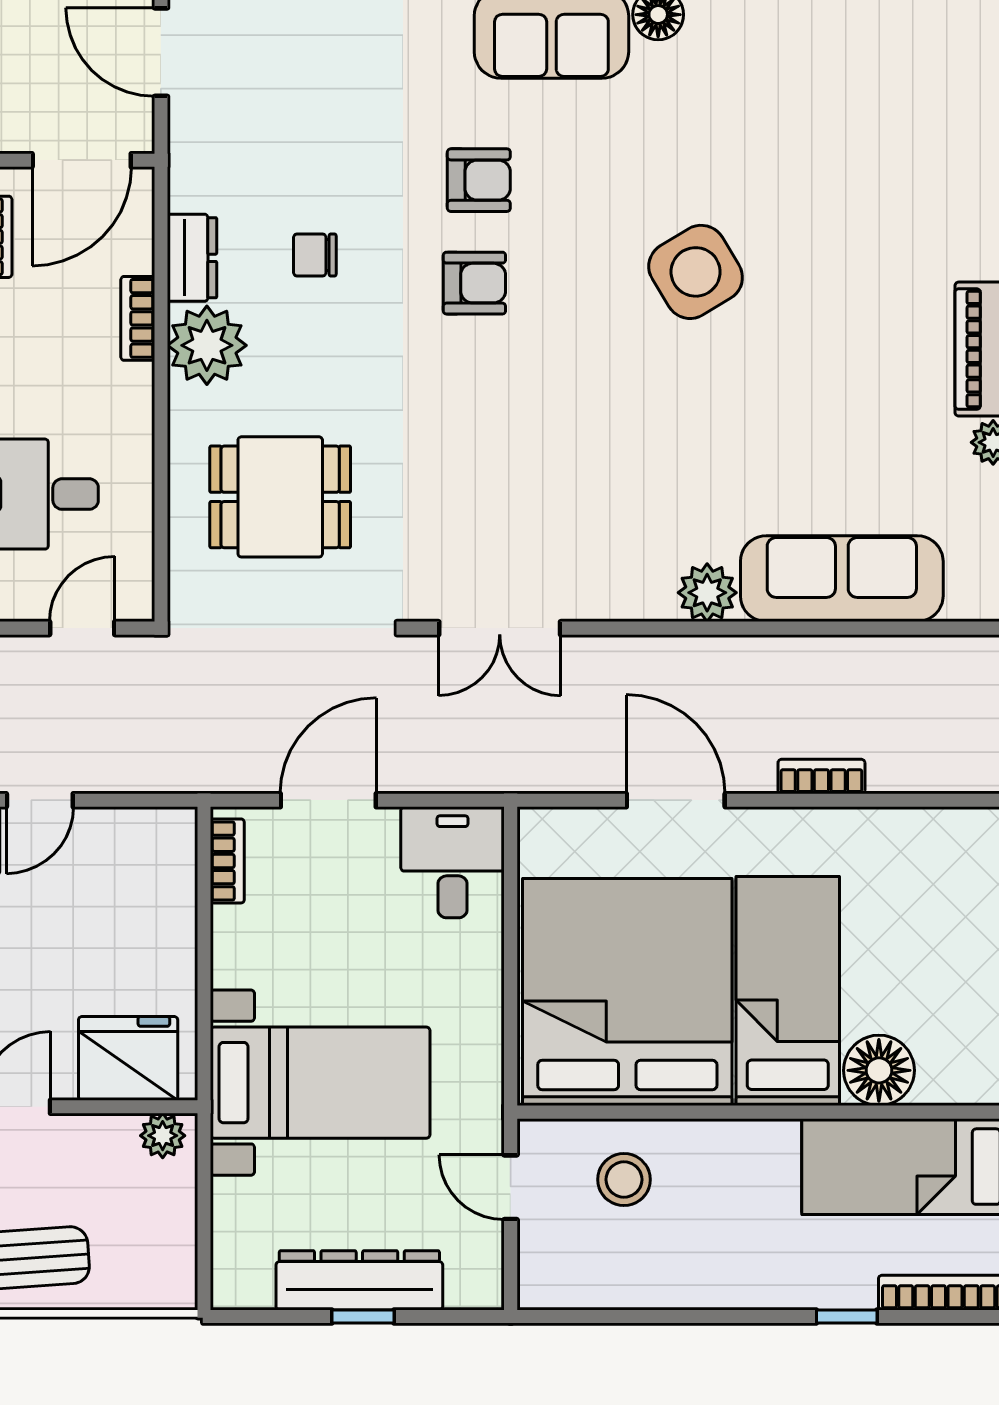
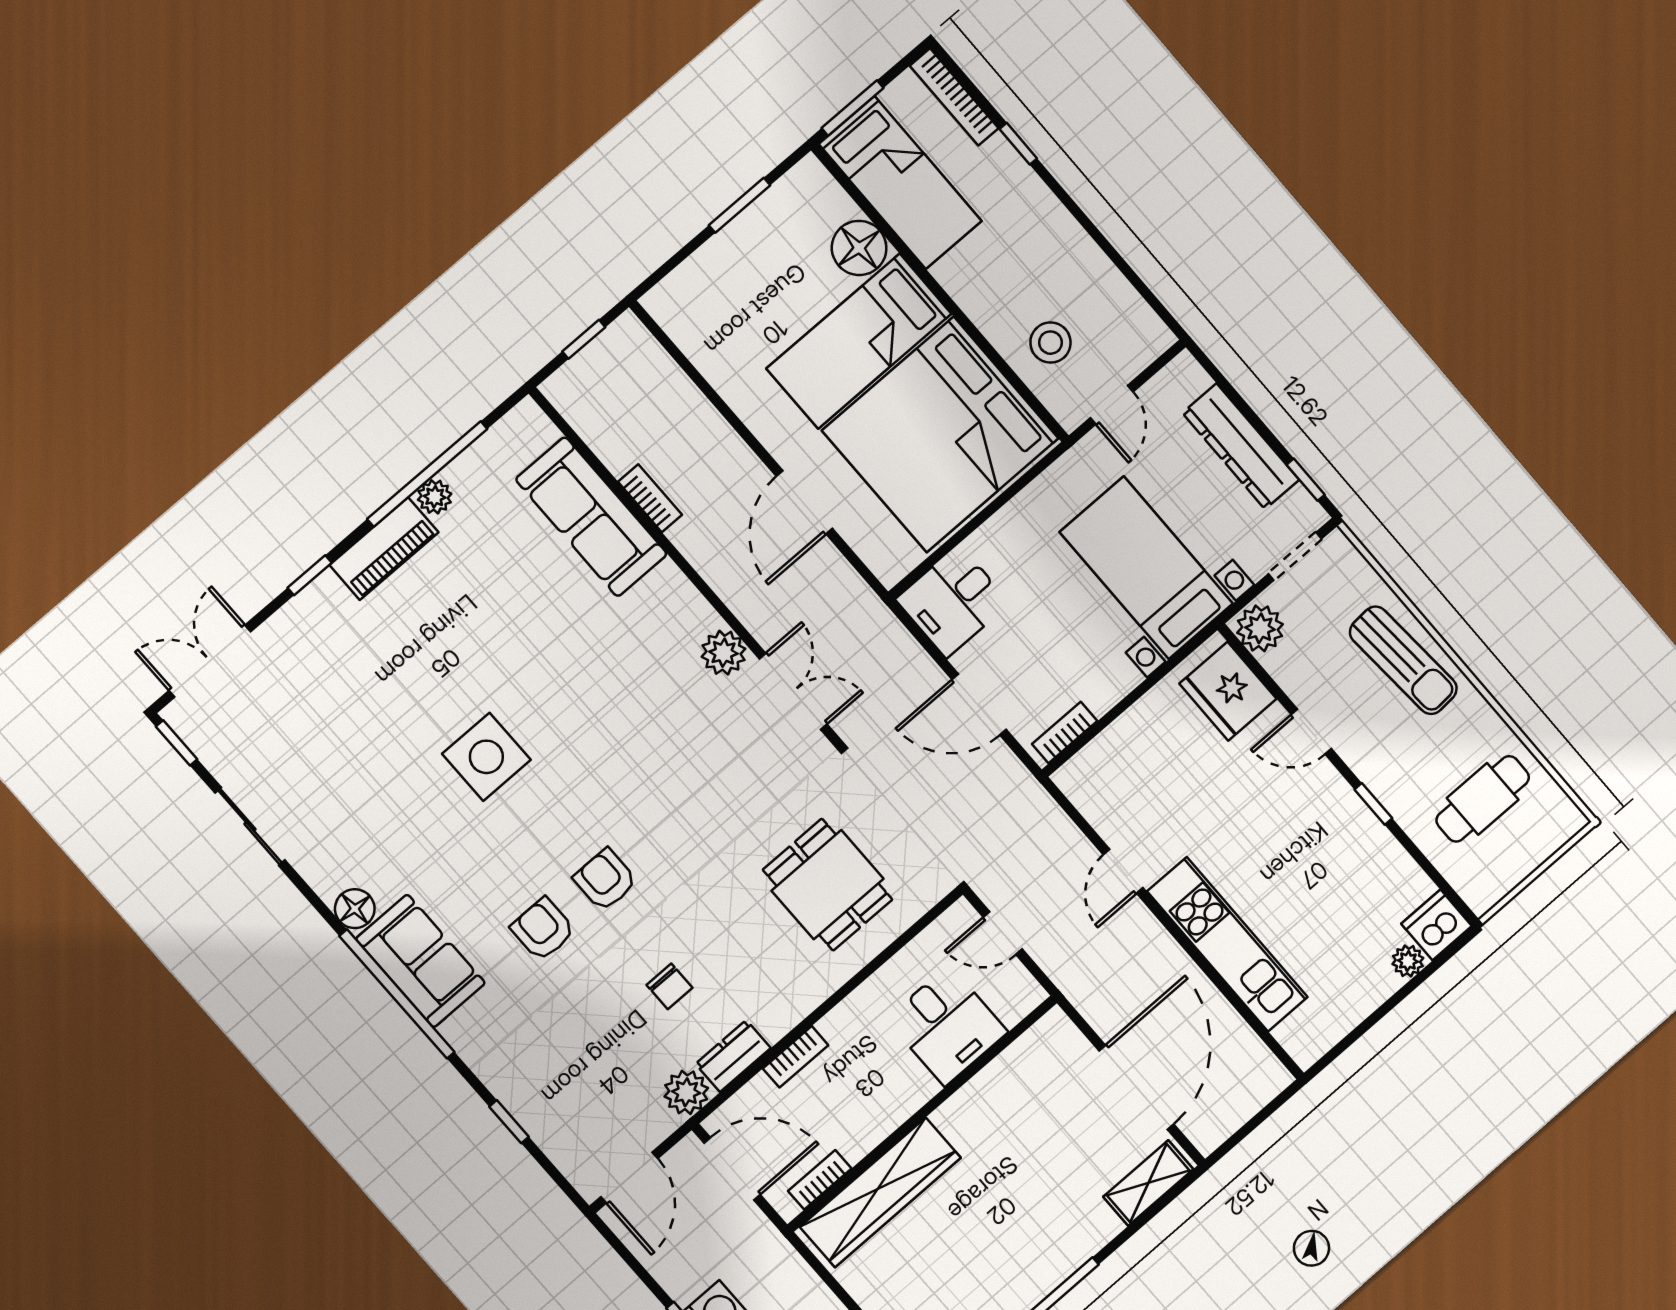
side table: (696, 272) -> (486, 757), turned 31
plant: (207, 345) -> (686, 1092), moved, width x0.73, depth x0.73
plant: (707, 593) -> (724, 653), moved
bookcase: (821, 776) -> (650, 498), moved, turned 180
door: (40, 800) -> (1123, 871), swing flipped
plant: (163, 1136) -> (1260, 628), width x1.38, depth x1.38
doorway: (204, 1241) -> (1295, 556), added
window: (363, 1317) -> (1306, 480), moved

